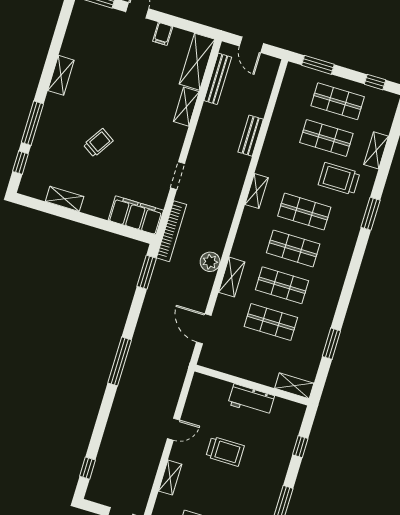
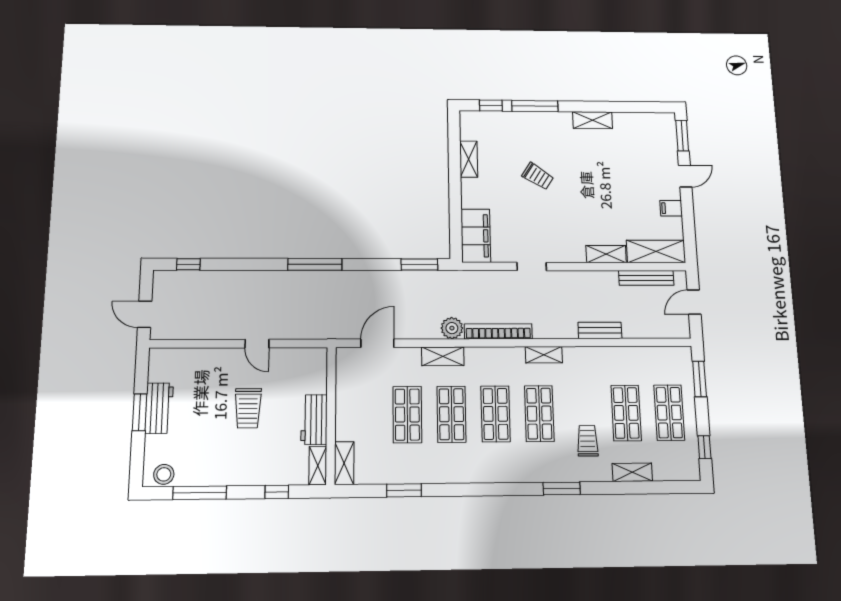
trolley: (339, 179) -> (588, 441), width x0.73, depth x0.72
bookcase: (172, 231) -> (498, 331), moved, turned 180
shelving: (170, 478) -> (318, 466), moved, turned 90

